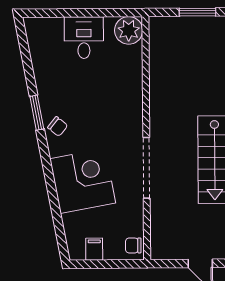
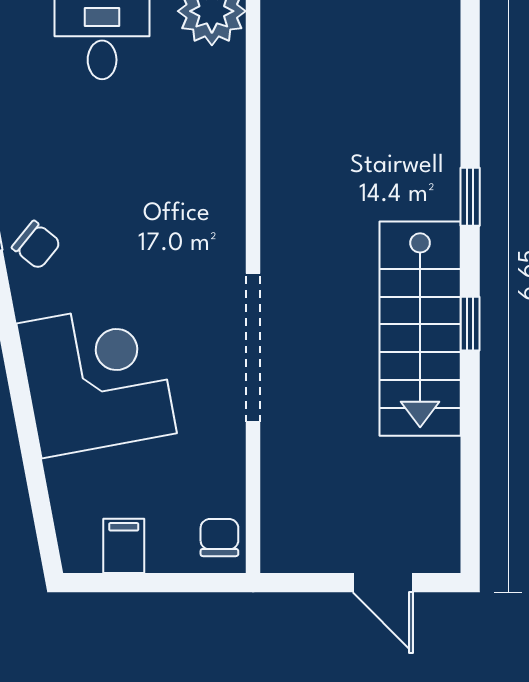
chair: (133, 245) -> (219, 538), turned 90

